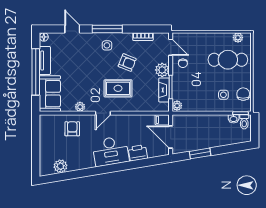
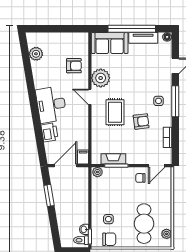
armchair: (127, 63) -> (141, 121), turned -119
plant: (162, 70) -> (134, 157), removed
plant: (80, 107) -> (101, 78), width x1.88, depth x1.88

